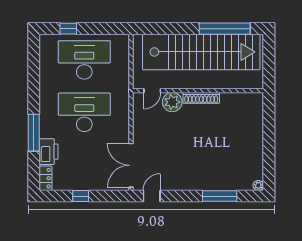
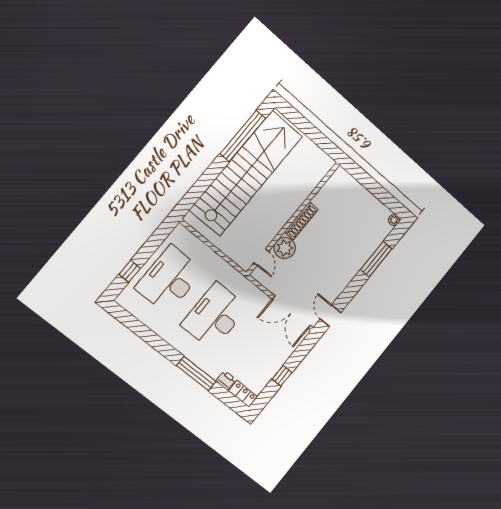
door: (152, 91) -> (261, 257), moved
wall: (198, 91) -> (293, 218), moved
shoe rack: (201, 98) -> (301, 221), moved
plant: (172, 102) -> (285, 248), moved
printer: (49, 152) -> (226, 380), width x0.53, depth x0.68

